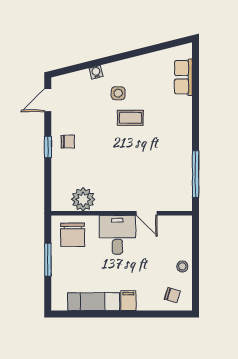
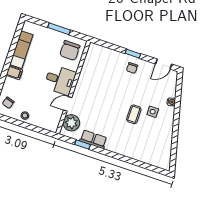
row of seats: (183, 77) -> (93, 139), moved
door: (48, 100) -> (164, 64), swing flipped
window: (196, 174) -> (82, 145), width x0.46
plant: (83, 199) -> (71, 123), moved
chair: (73, 235) -> (70, 51), turned -90

